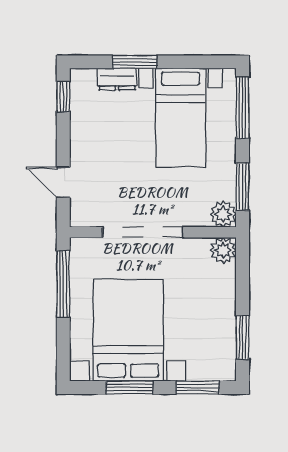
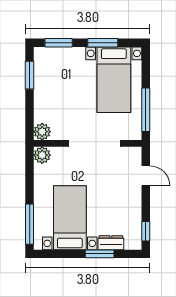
window: (243, 187) -> (30, 173), removed
bed with nightstands: (128, 330) -> (114, 80), width x0.73

